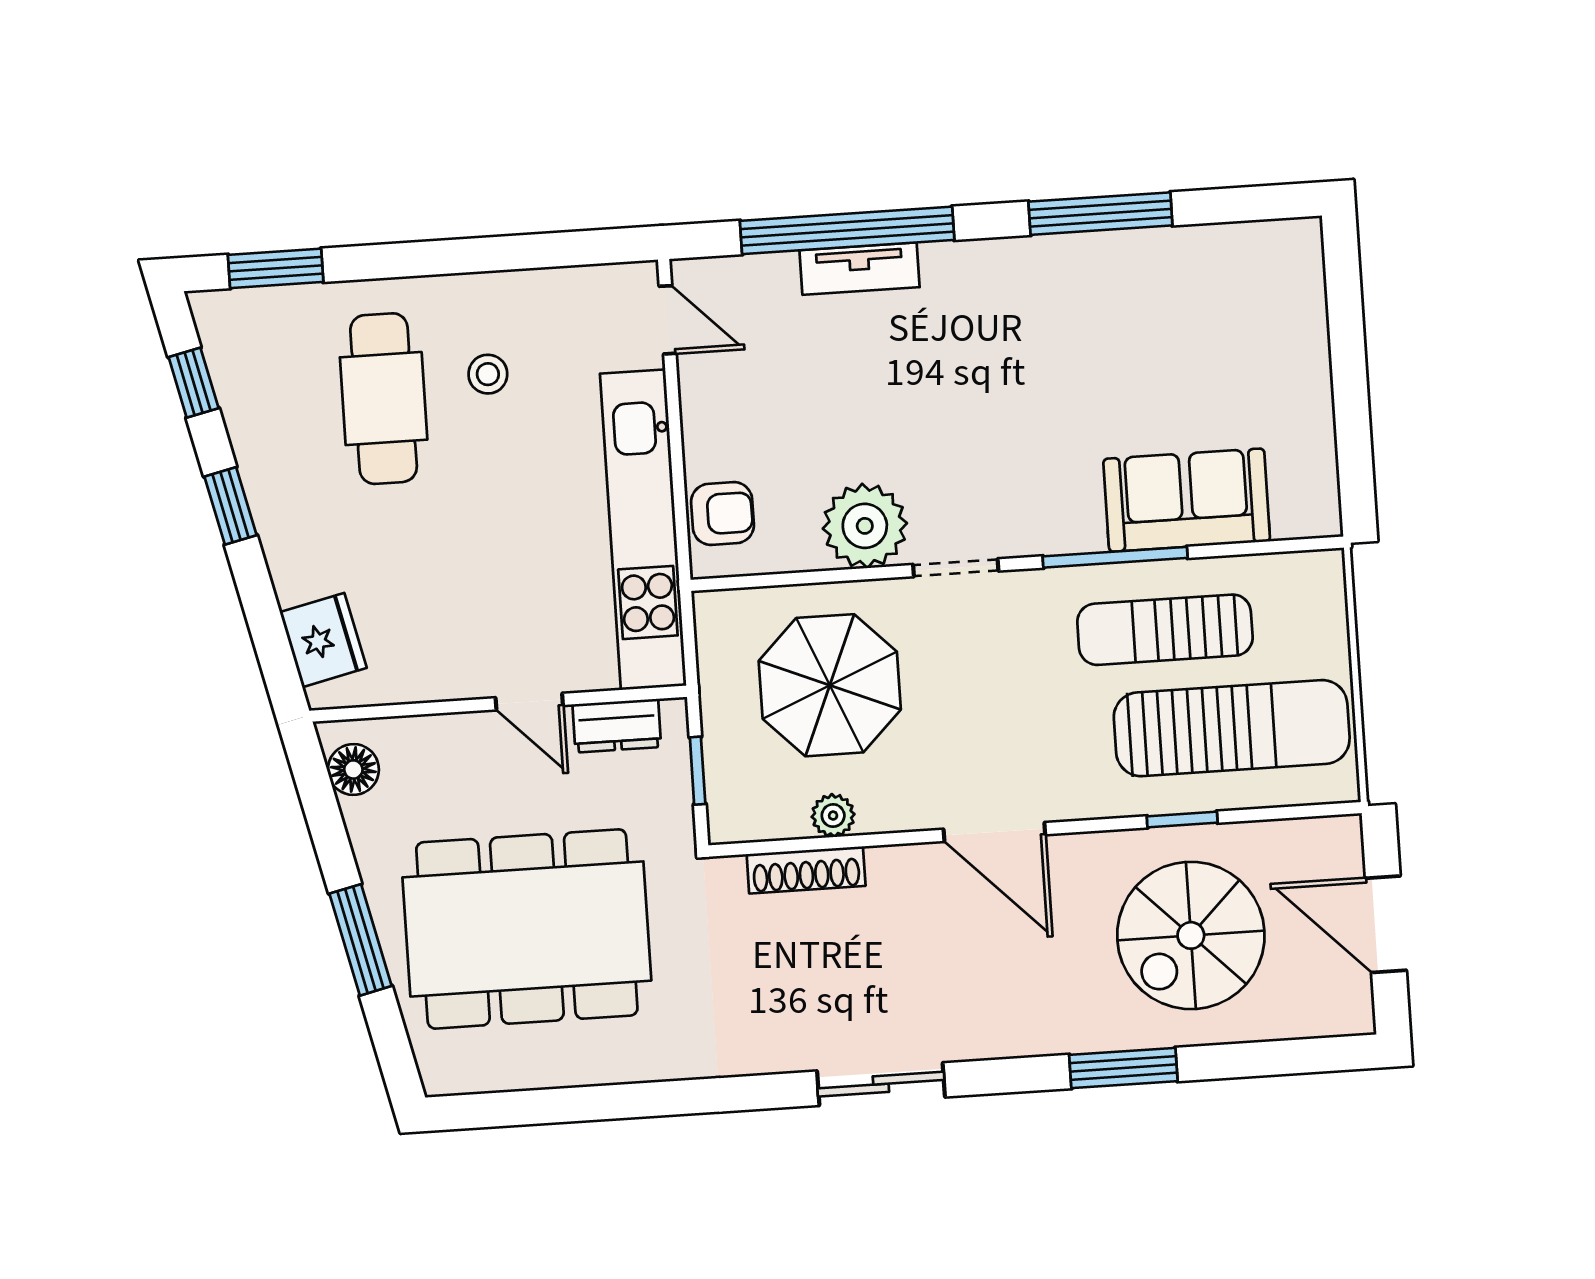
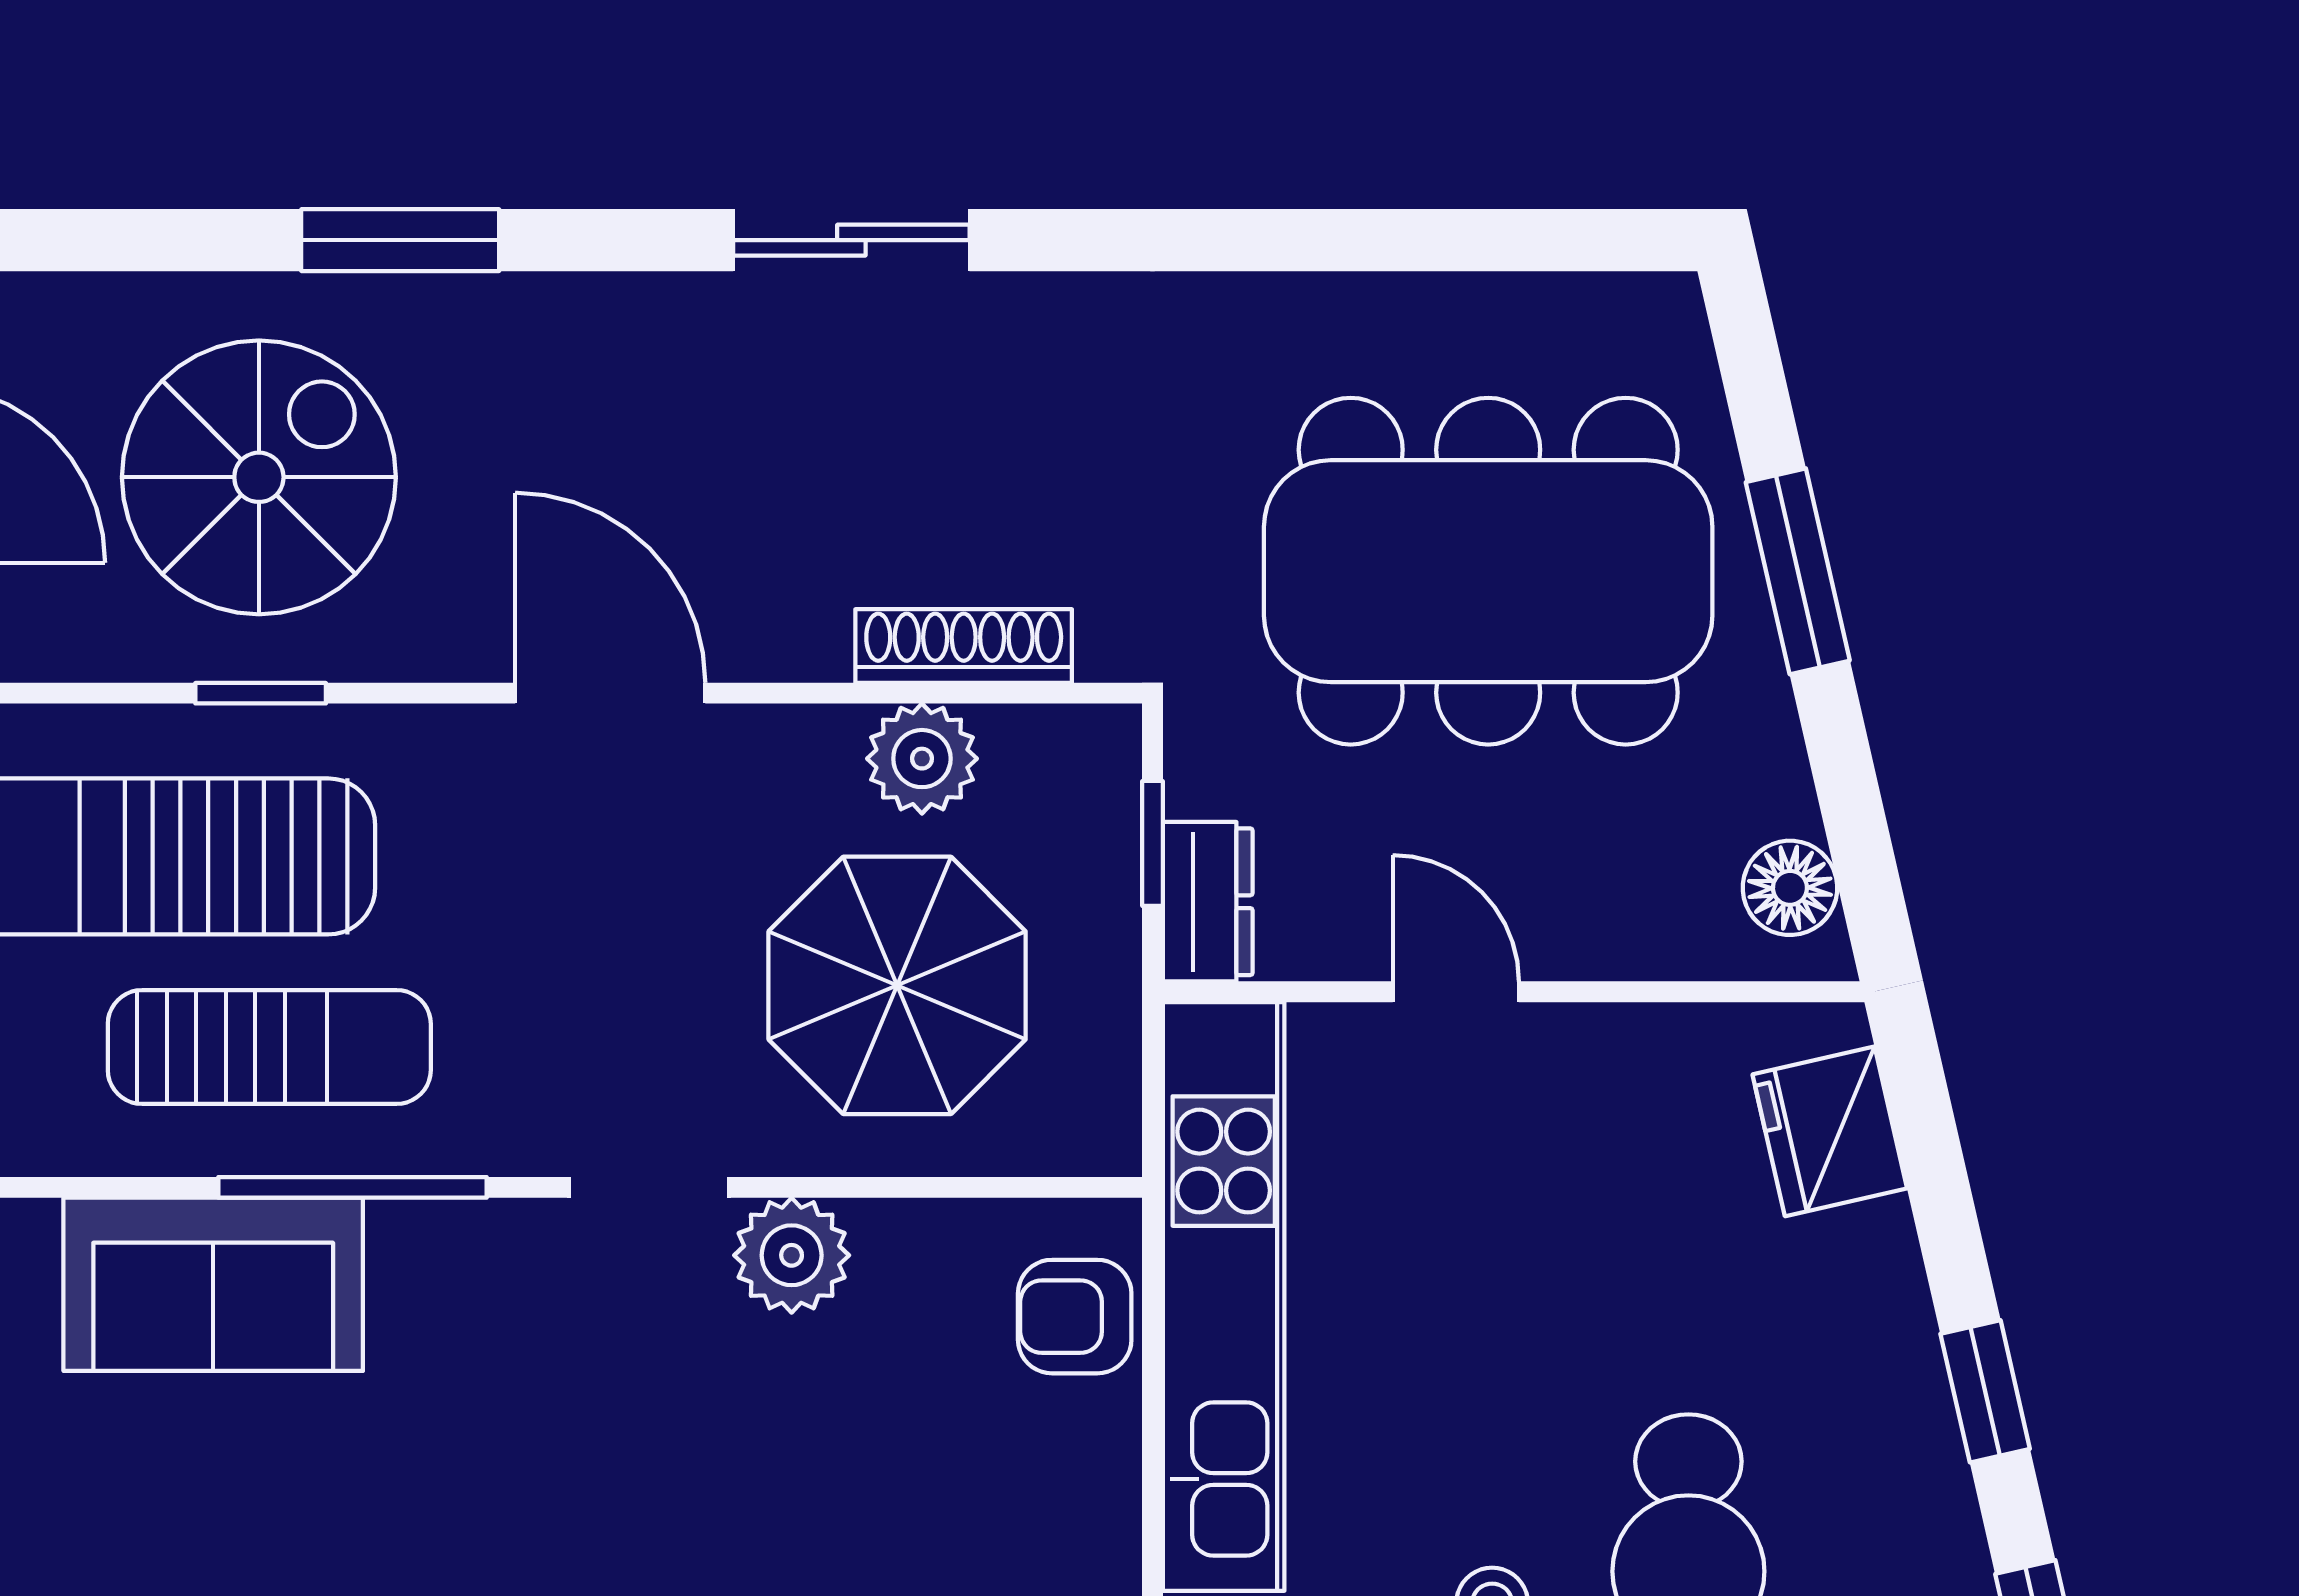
plant: (865, 526) -> (792, 1255), width x0.73, depth x0.73
dresser: (617, 726) -> (1208, 902), moved, turned 90
plant: (833, 816) -> (922, 759), width x1.38, depth x1.38

